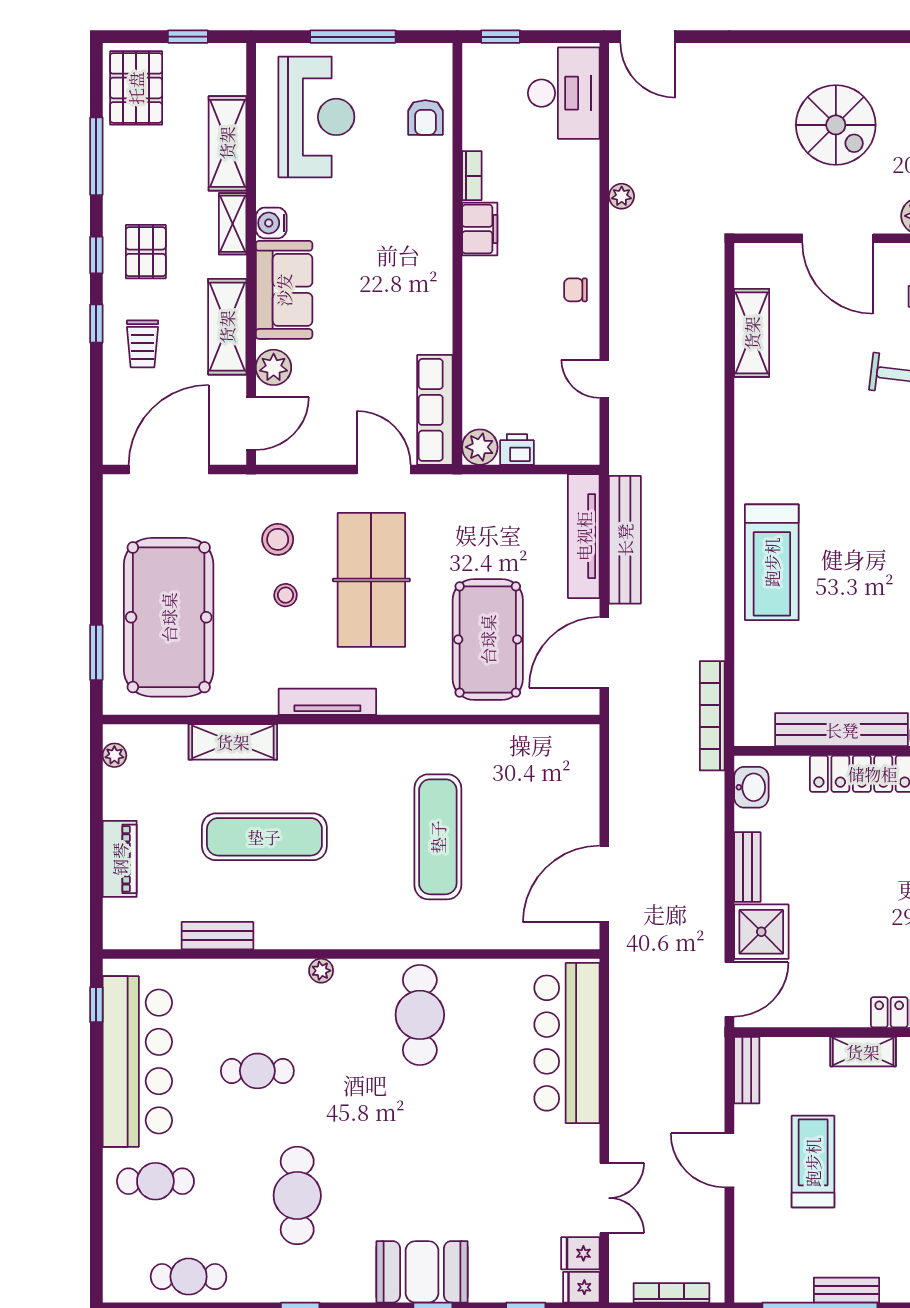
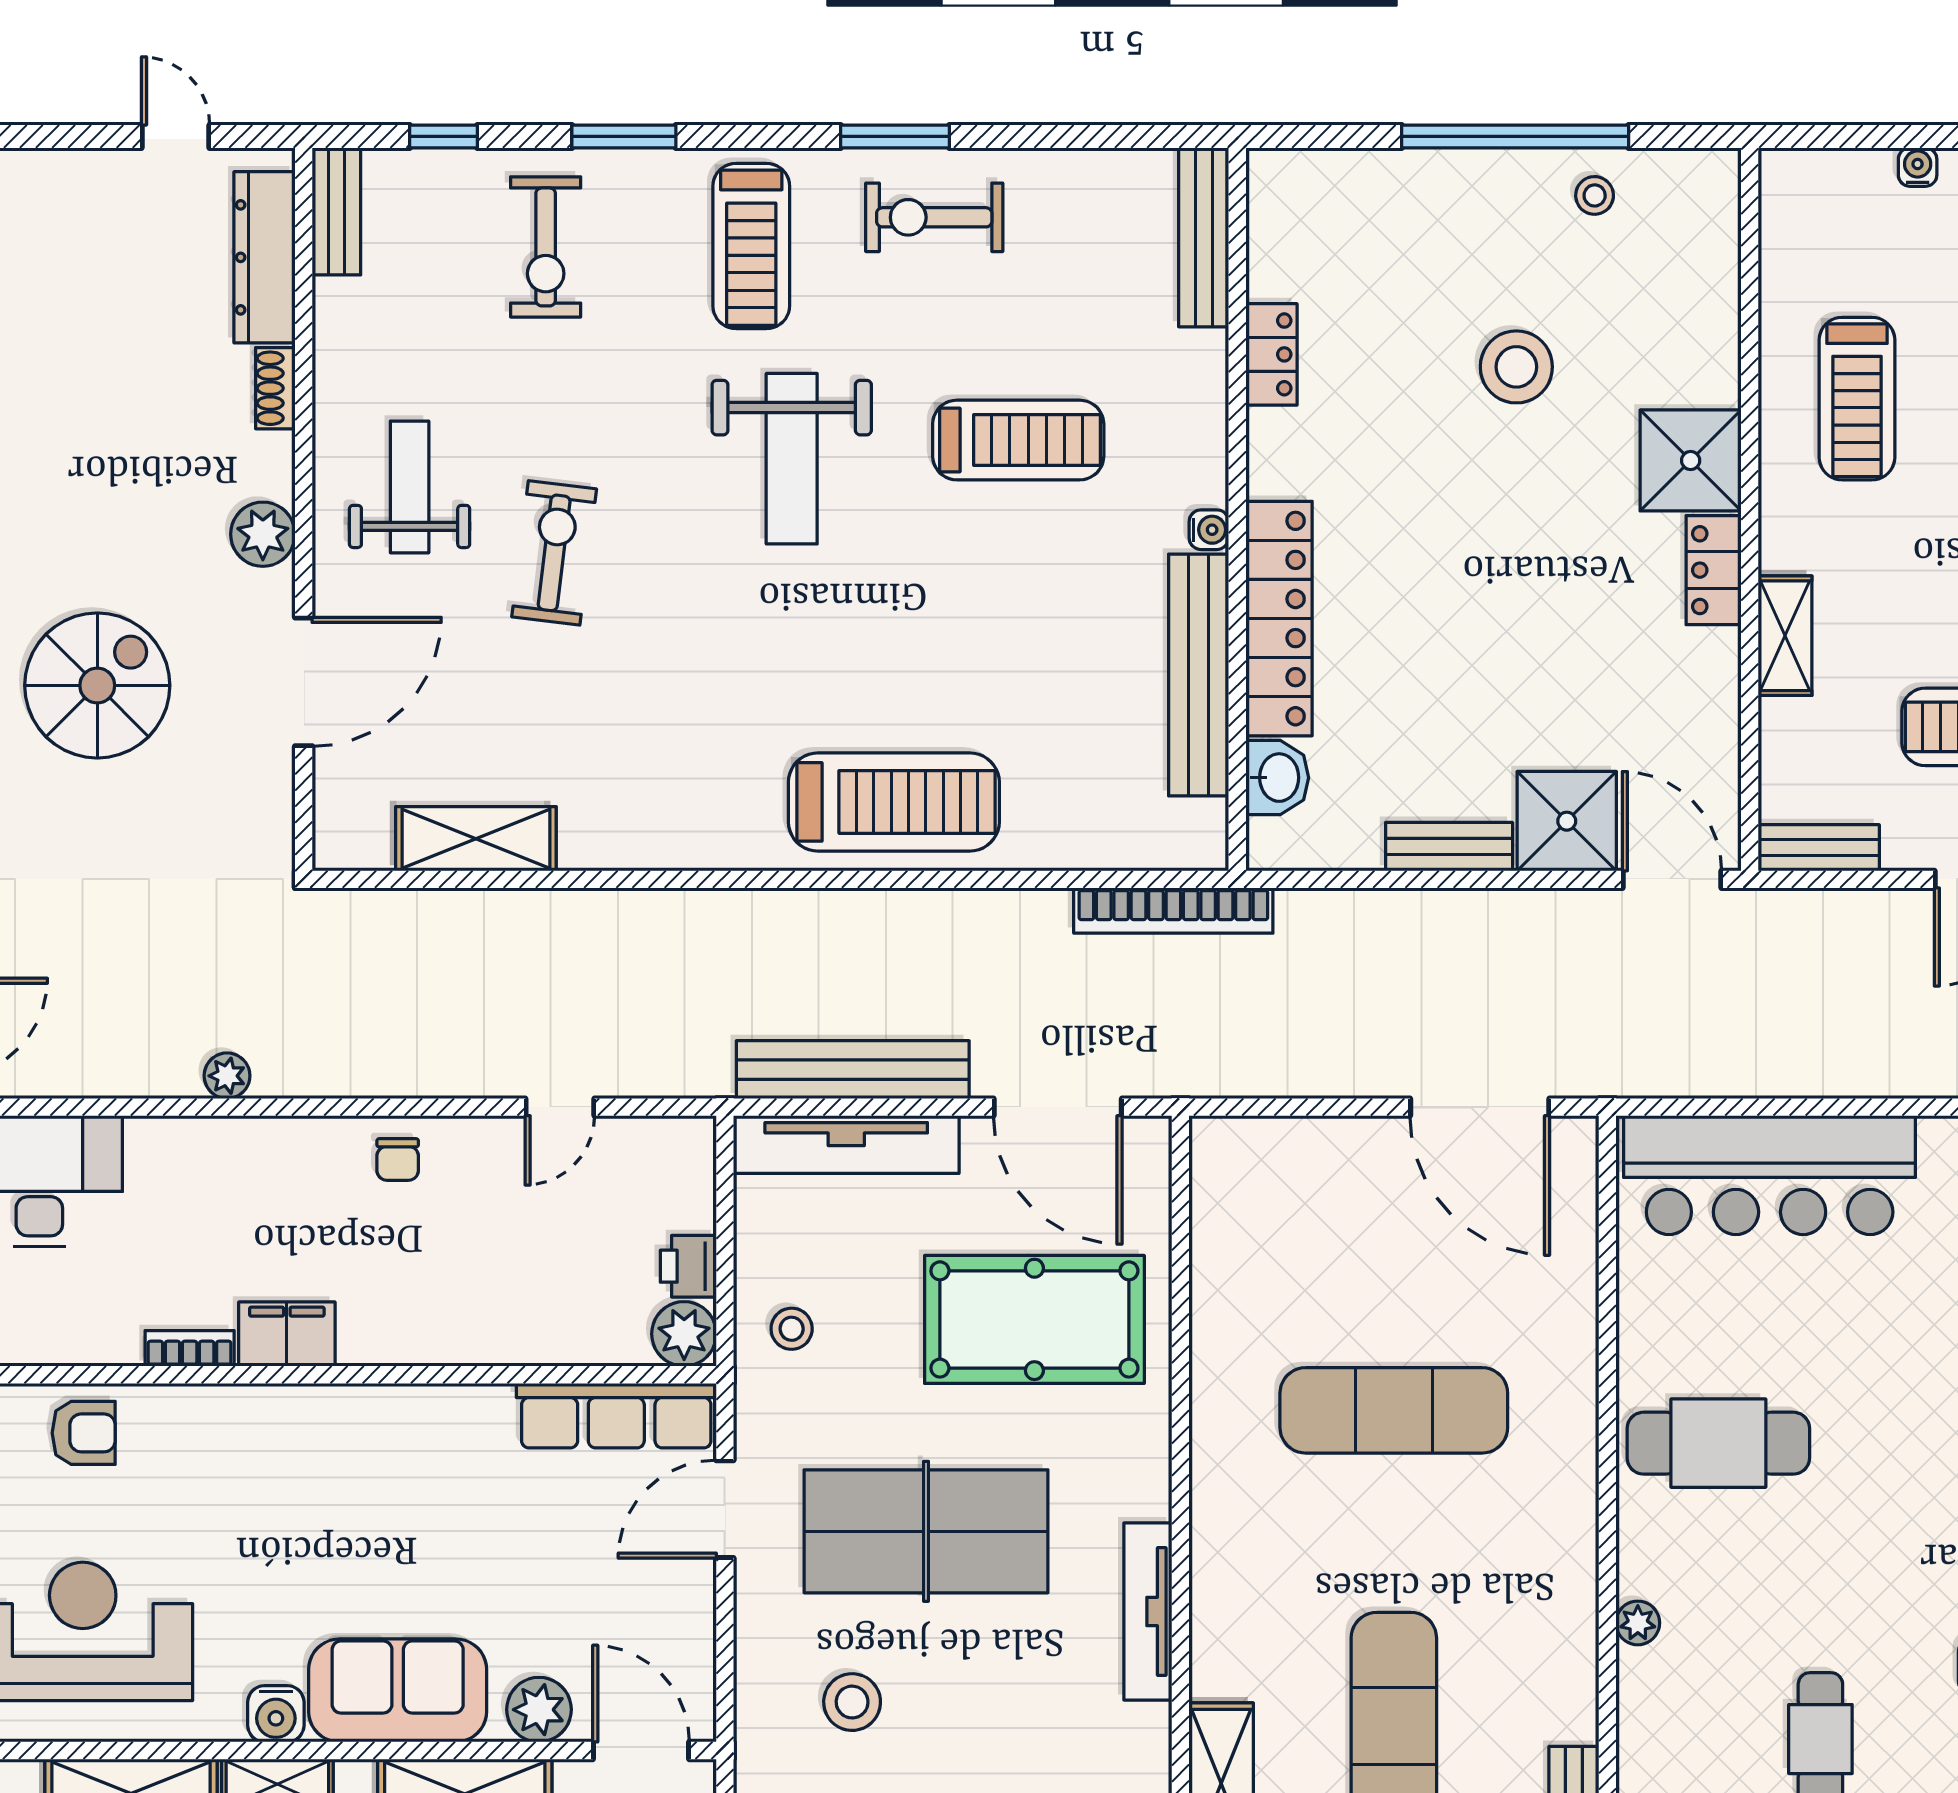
stool: (286, 595) -> (792, 1329), moved
washbasin: (751, 787) -> (1277, 778), moved, turned 90

